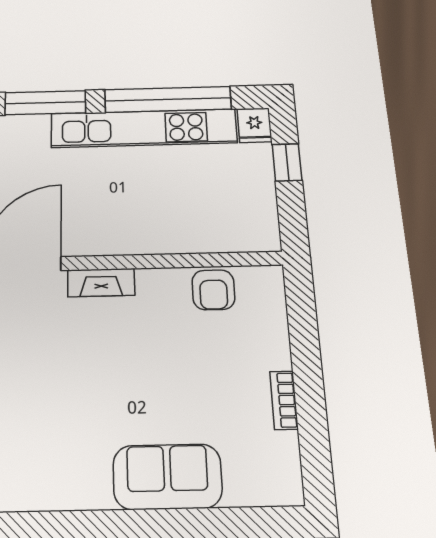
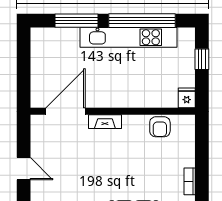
fridge: (255, 125) -> (187, 98), moved, turned 180

